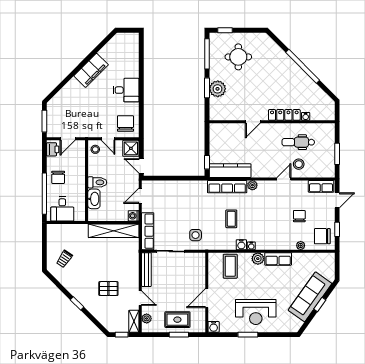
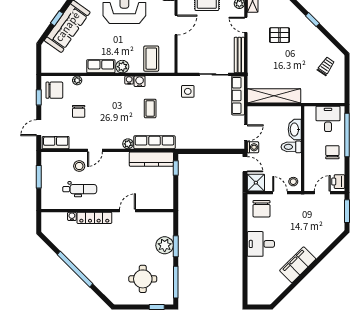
washing machine: (134, 216) -> (253, 147), moved

